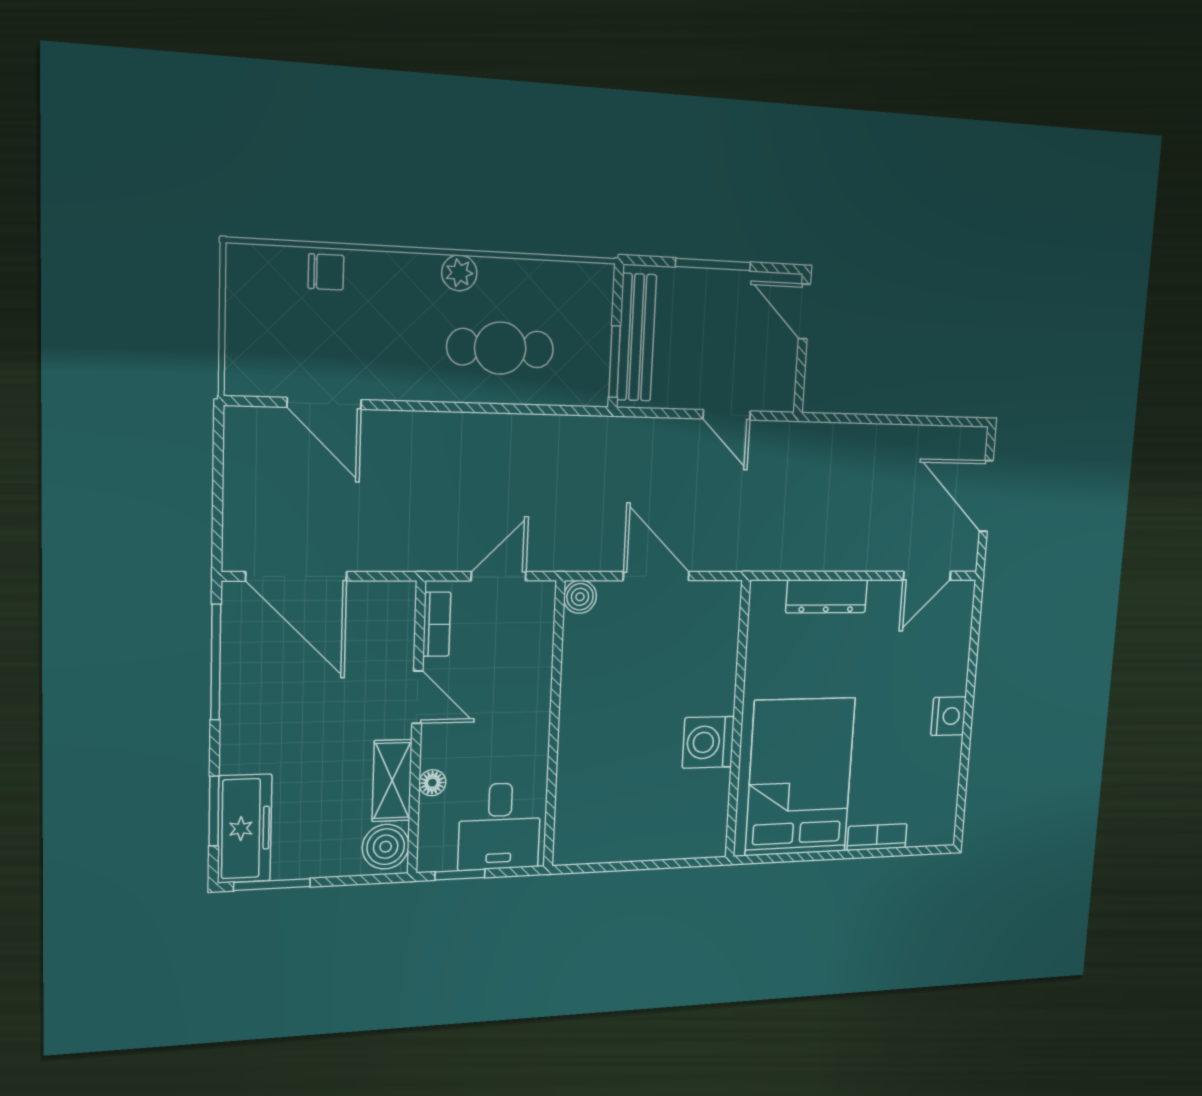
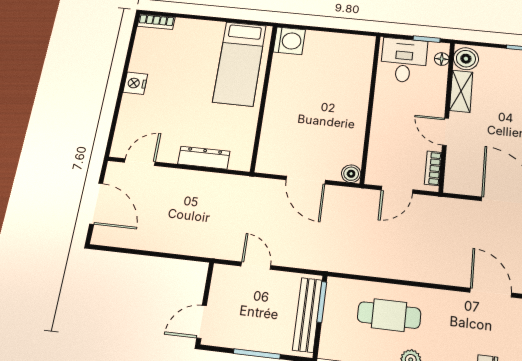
door: (804, 311) -> (202, 322), swing flipped
washing machine: (708, 742) -> (289, 41), moved
bed: (800, 777) -> (240, 63), width x0.67
floor lamp: (432, 783) -> (442, 59), moved
bookcase: (877, 837) -> (156, 22), moved

